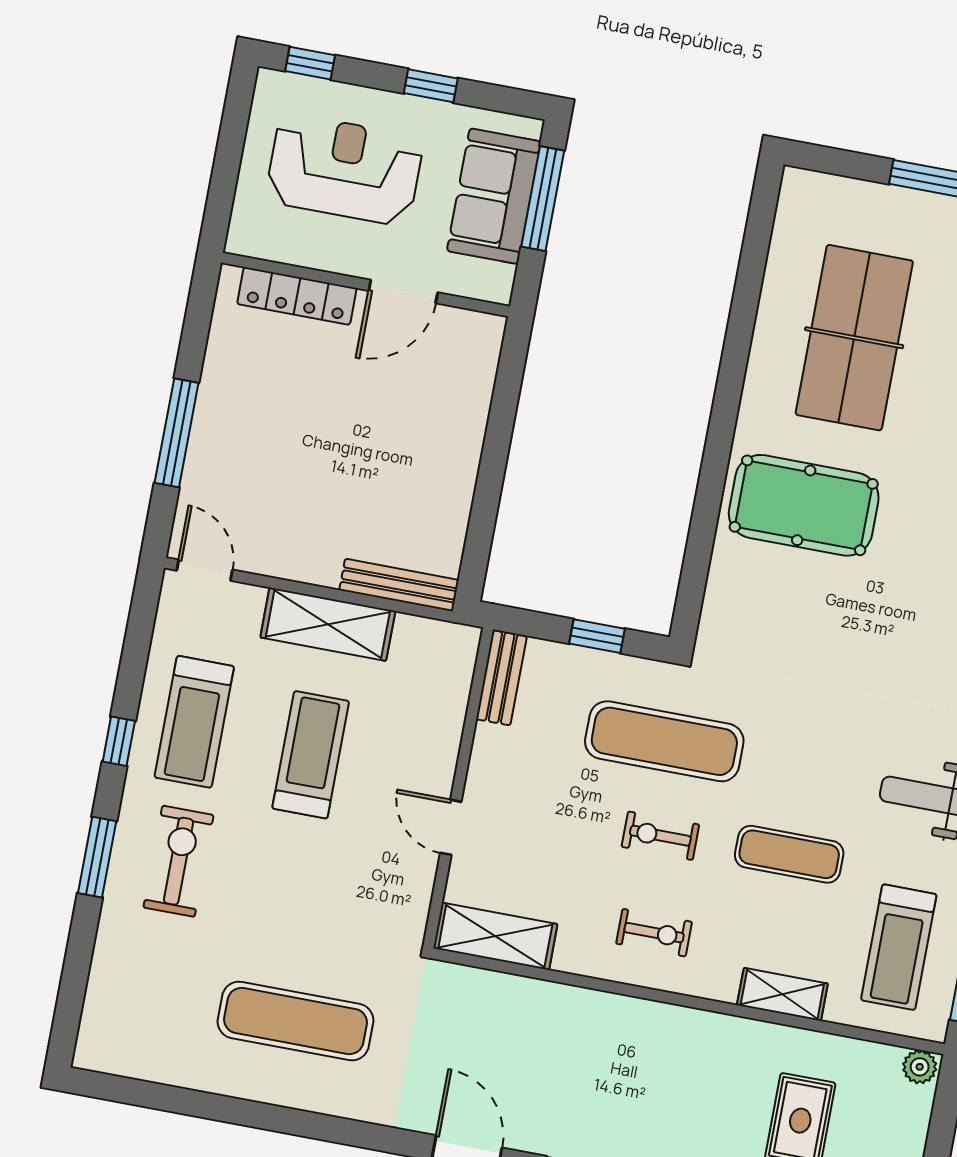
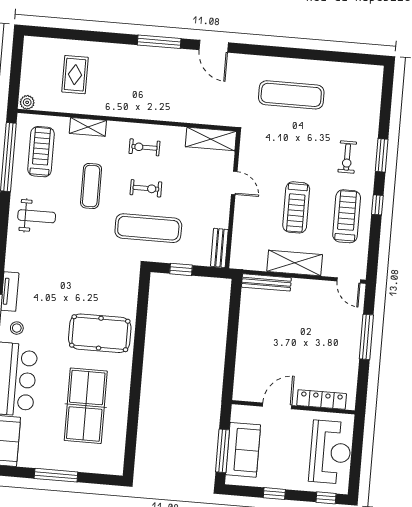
reception desk: (344, 169) -> (330, 452), moved, turned -90
exercise mat: (789, 854) -> (91, 186), turned 90
exercise bike: (178, 861) -> (347, 157), width x0.73, depth x0.72

